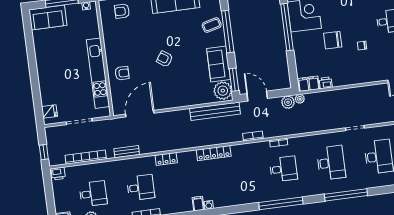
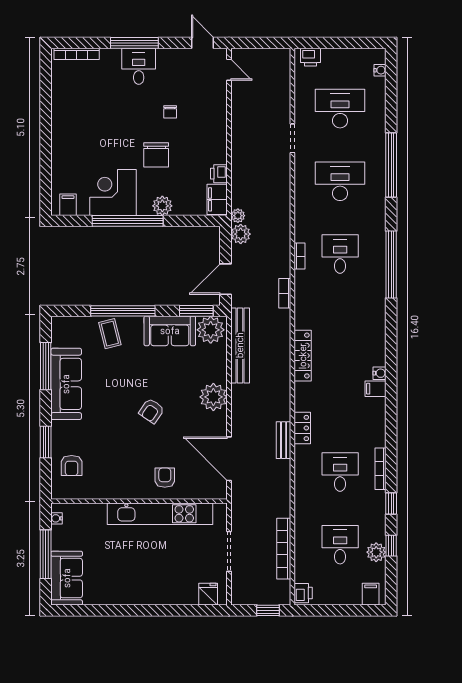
plant: (300, 48) -> (162, 206), added
plant: (179, 98) -> (213, 397), added
bench: (127, 152) -> (284, 440), moved

